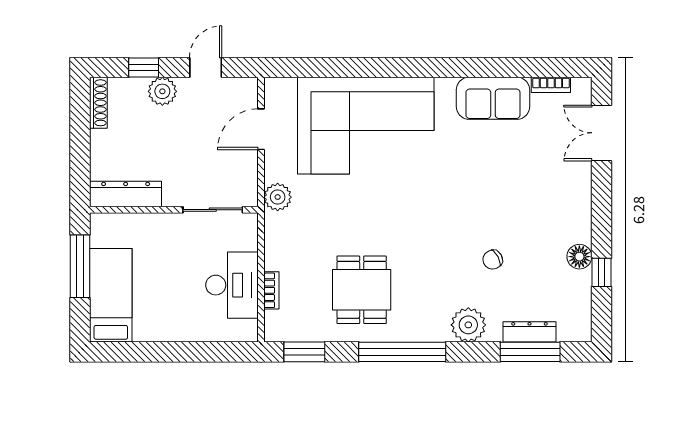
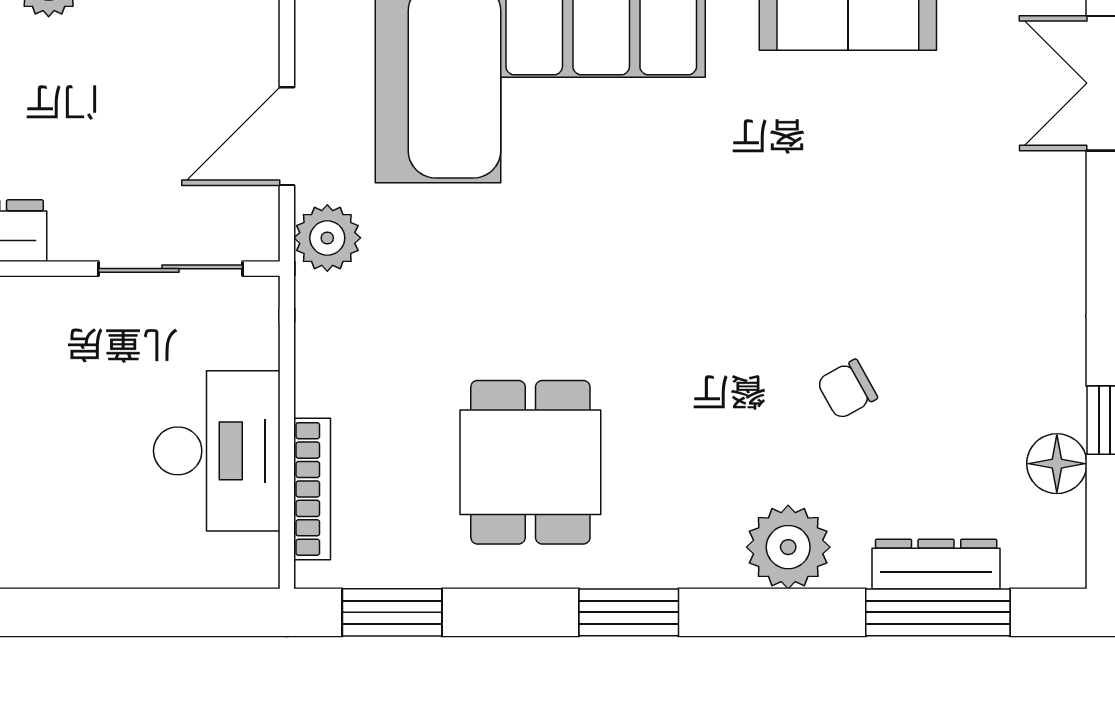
door: (261, 129) -> (287, 136), moved
floor lamp: (579, 257) -> (1057, 464), moved
bookcase: (271, 290) -> (312, 489), width x1.56
window: (402, 352) -> (629, 612), width x0.47

